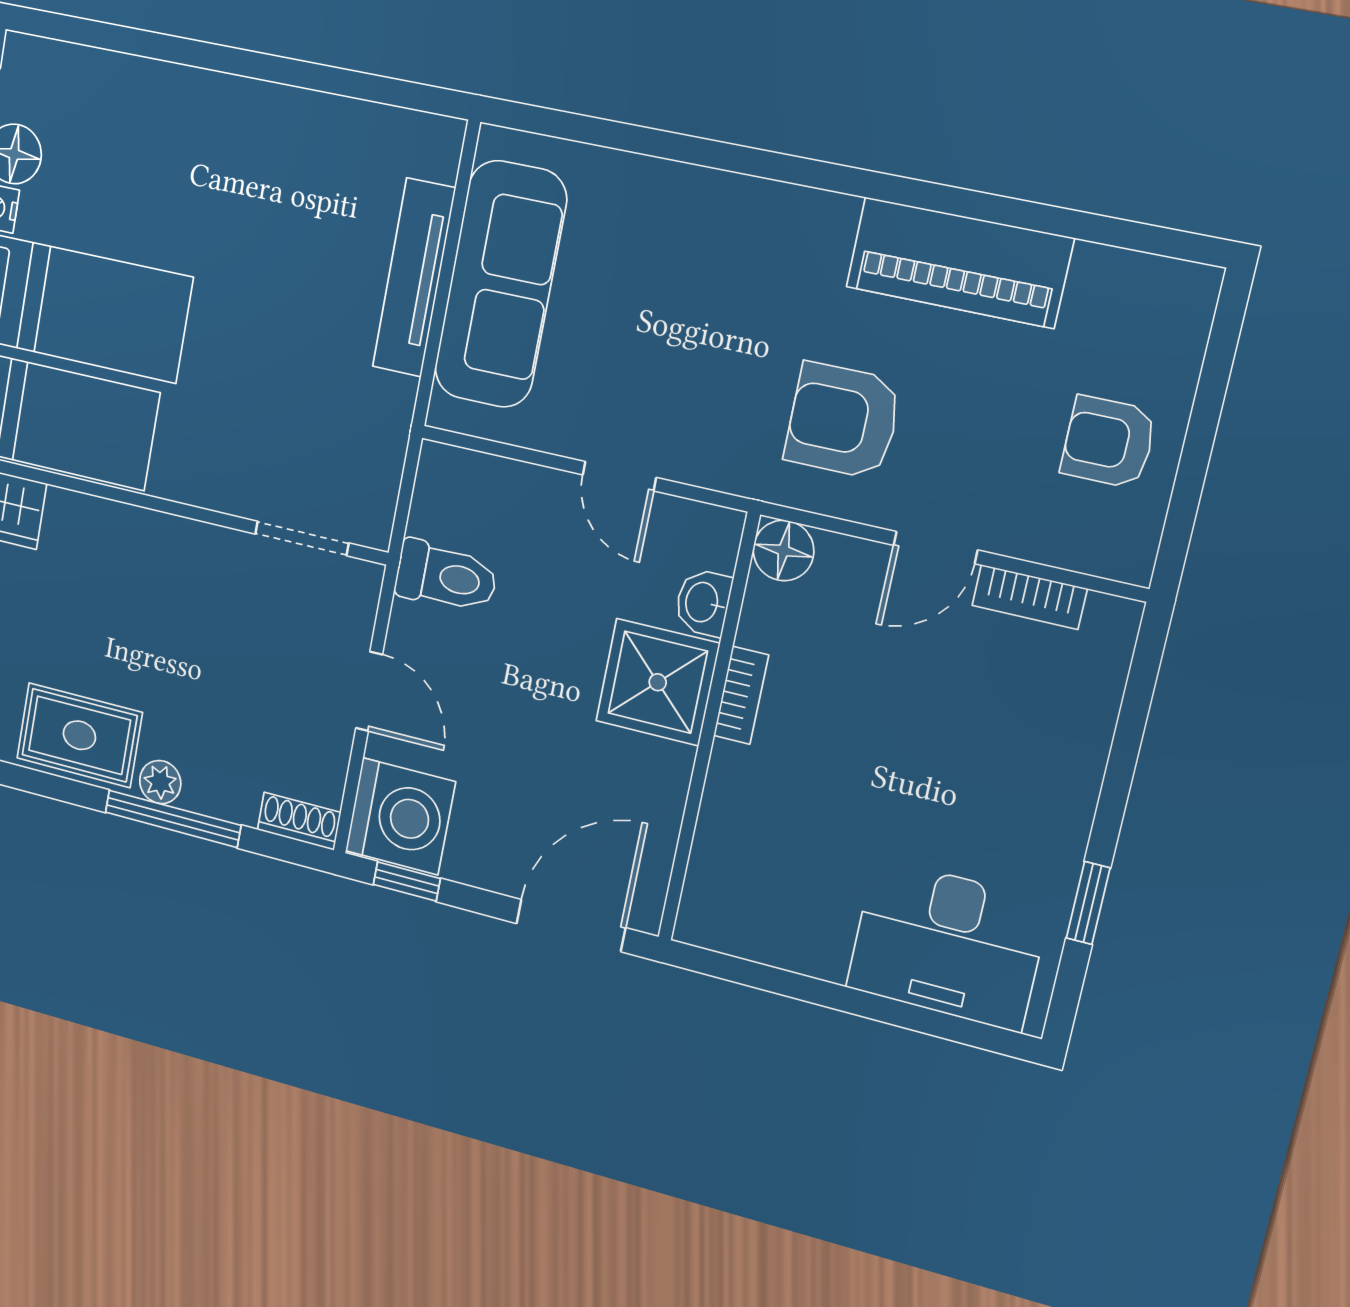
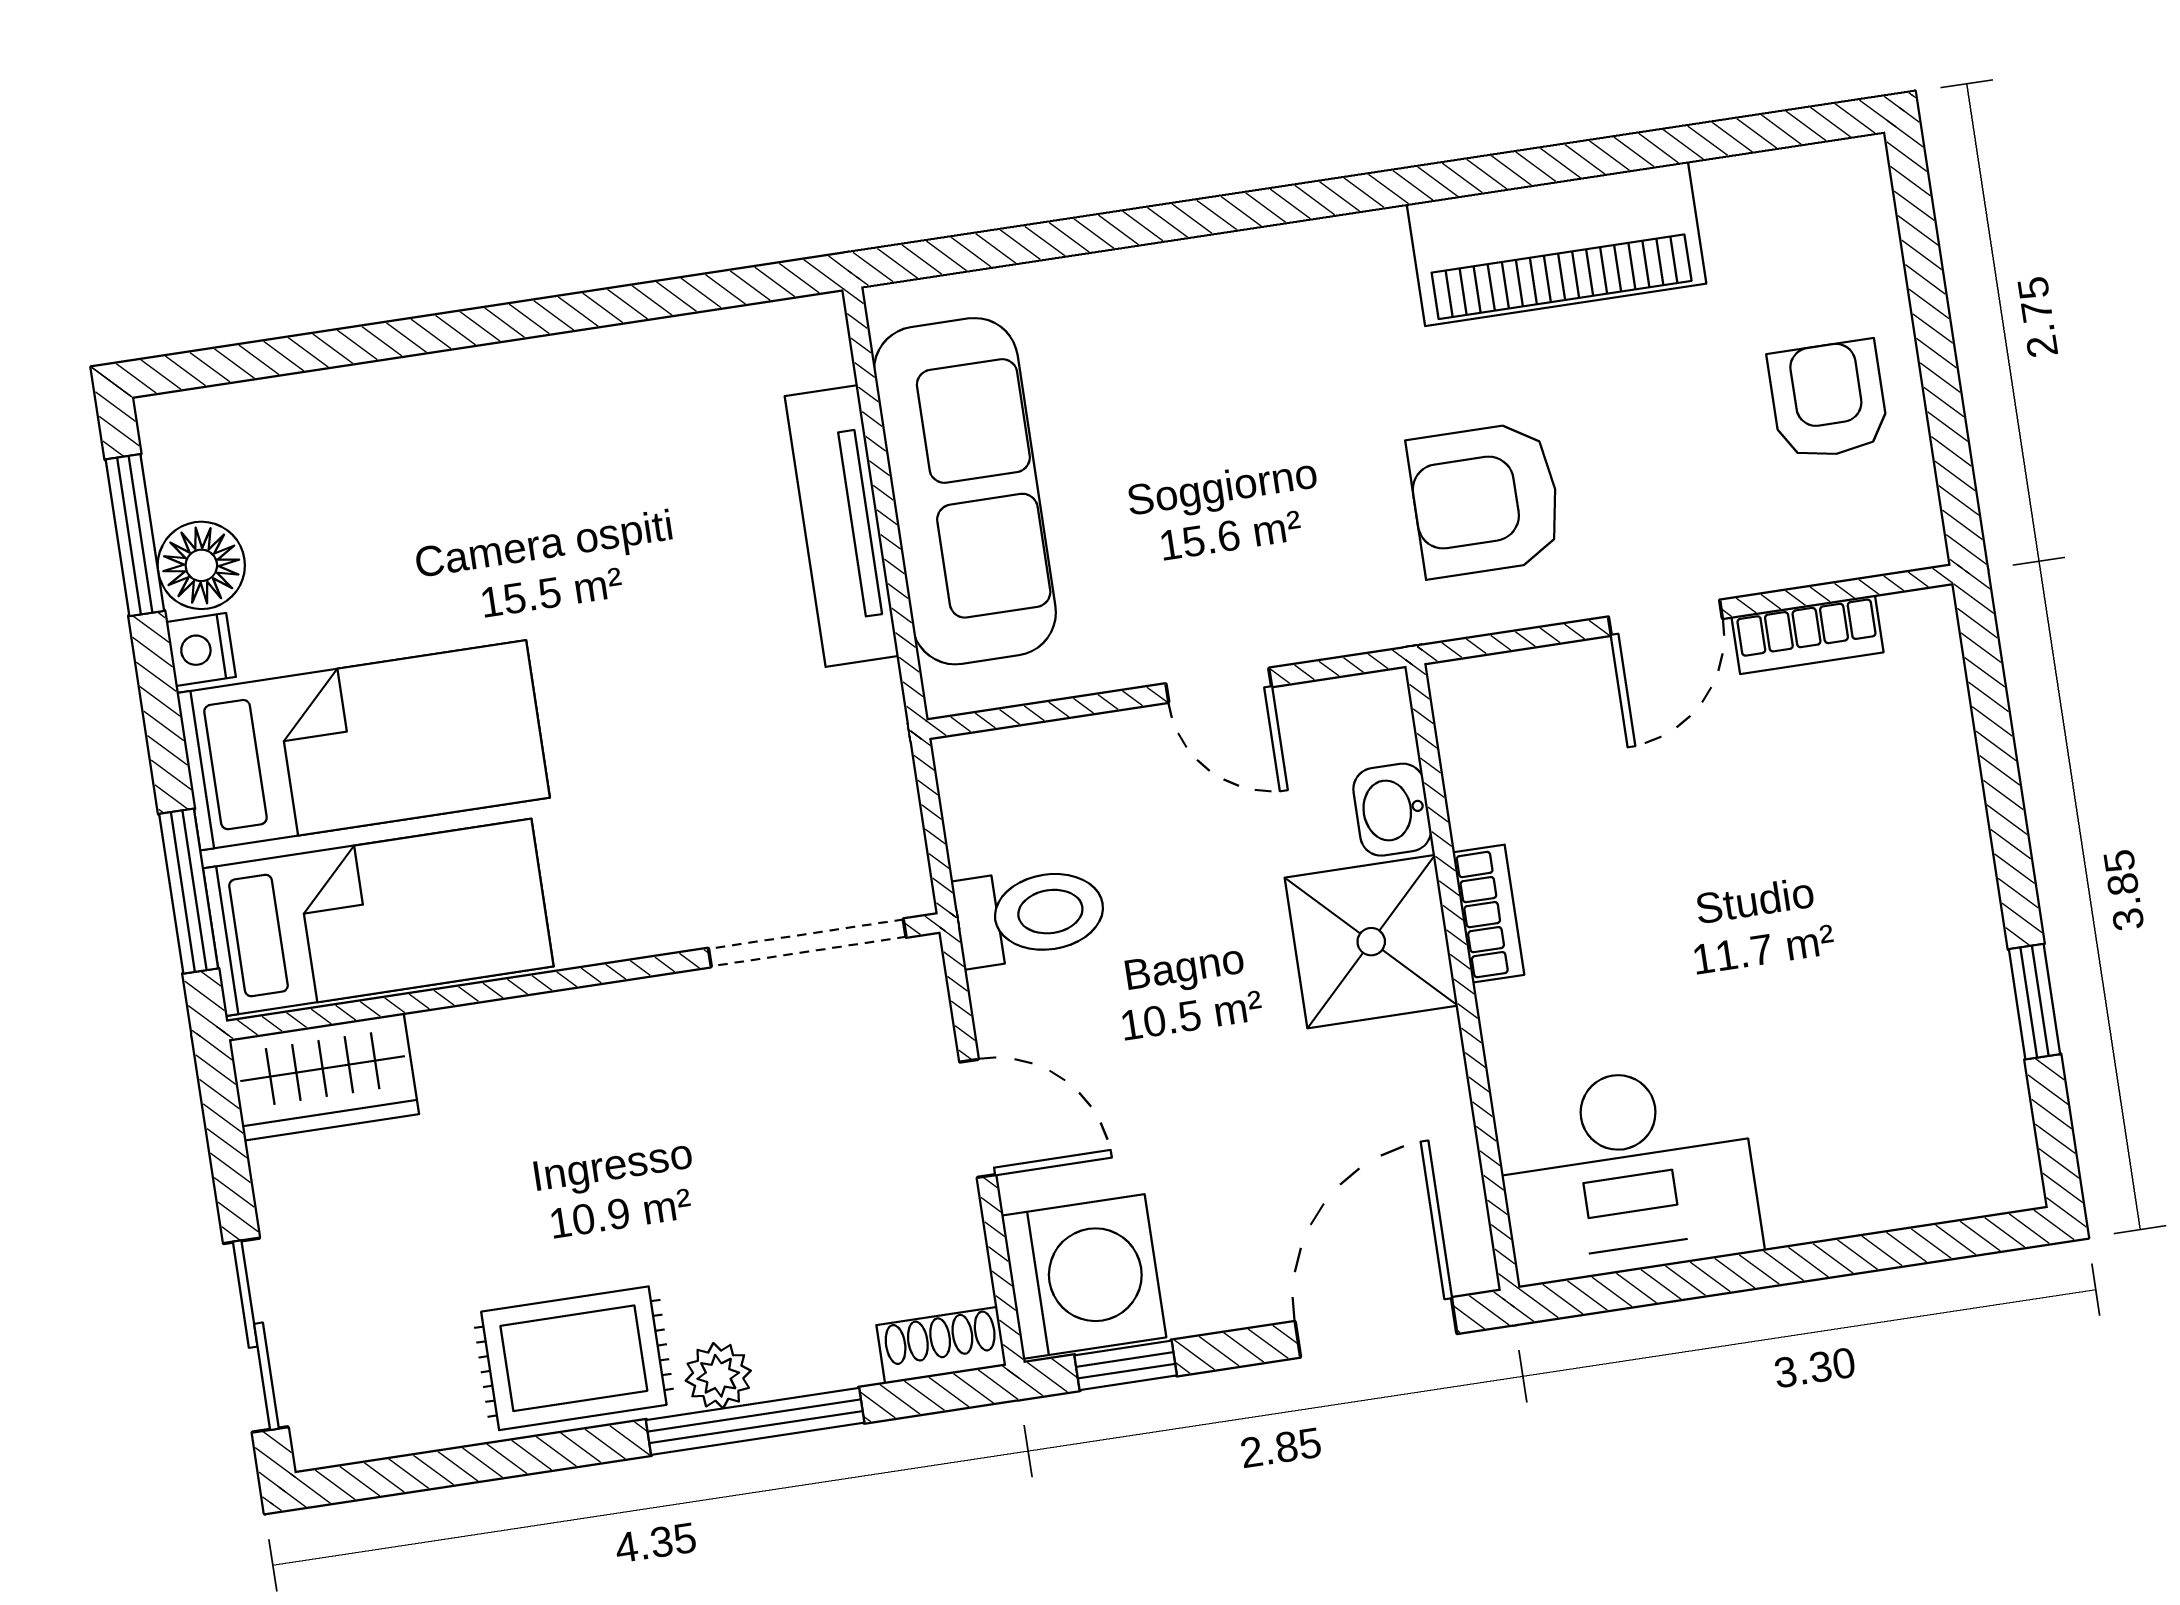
armchair: (1109, 442) -> (1828, 400), turned 90
doorway: (302, 538) -> (807, 943), width x1.38
floor lamp: (783, 551) -> (1472, 699), removed
desk: (948, 945) -> (1627, 1173), moved

